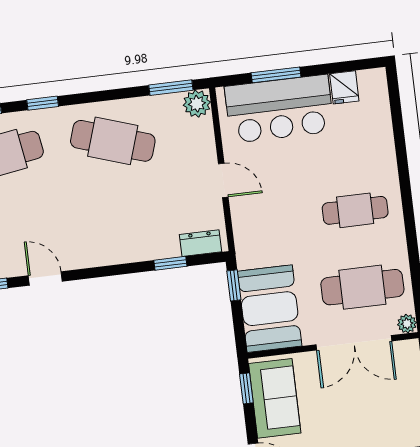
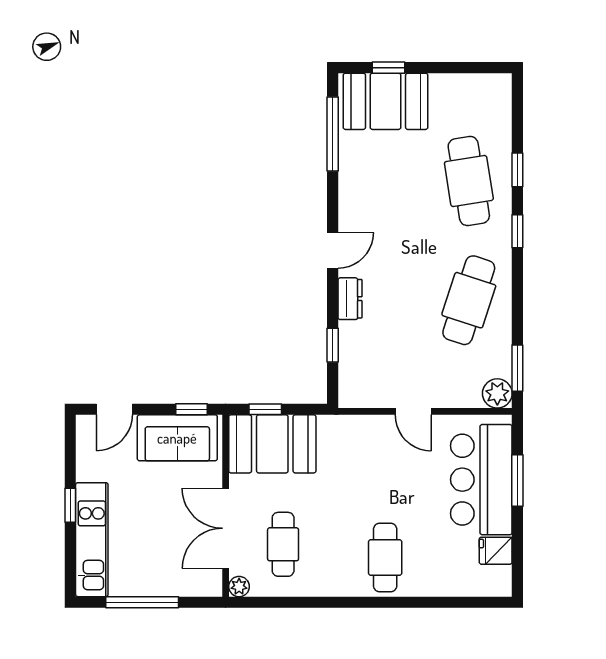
door: (223, 180) -> (413, 411), hinge flipped
cafe table: (355, 210) -> (385, 558), moved
dresser: (200, 243) -> (350, 299), moved
door: (45, 278) -> (333, 250), moved
window: (234, 285) -> (265, 409), moved
cafe table: (362, 287) -> (283, 544), width x0.73, depth x0.74

